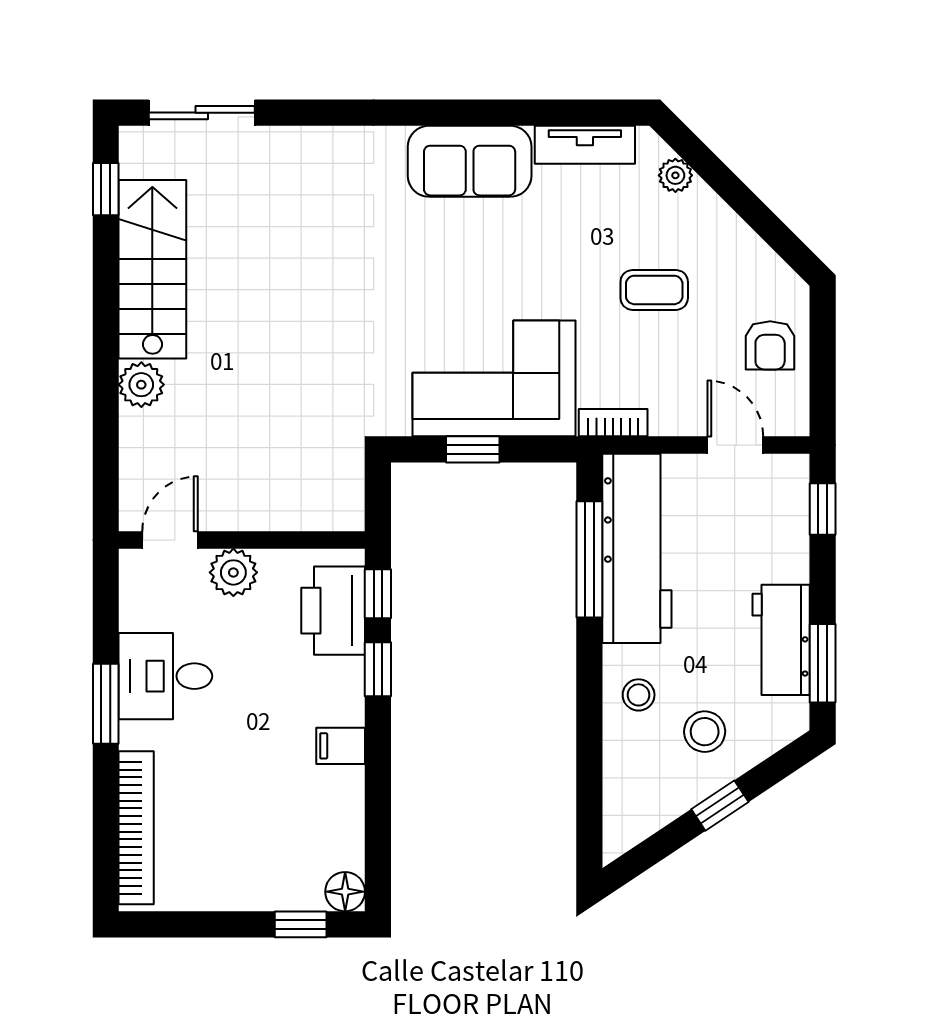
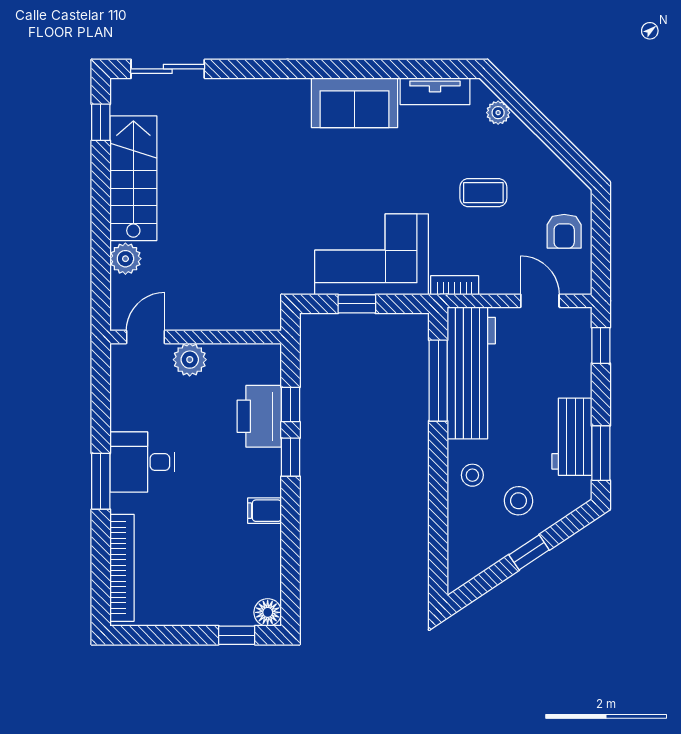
door: (170, 540) -> (146, 337), moved
wall: (242, 540) -> (196, 337), moved
plant: (233, 572) -> (190, 360), moved

